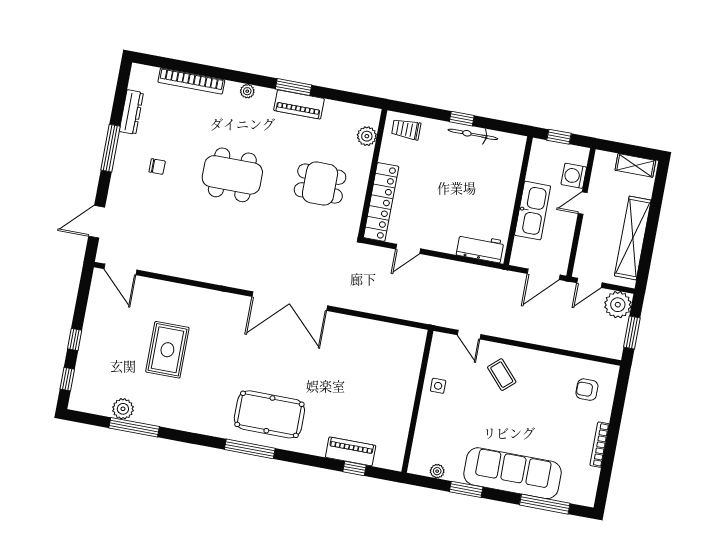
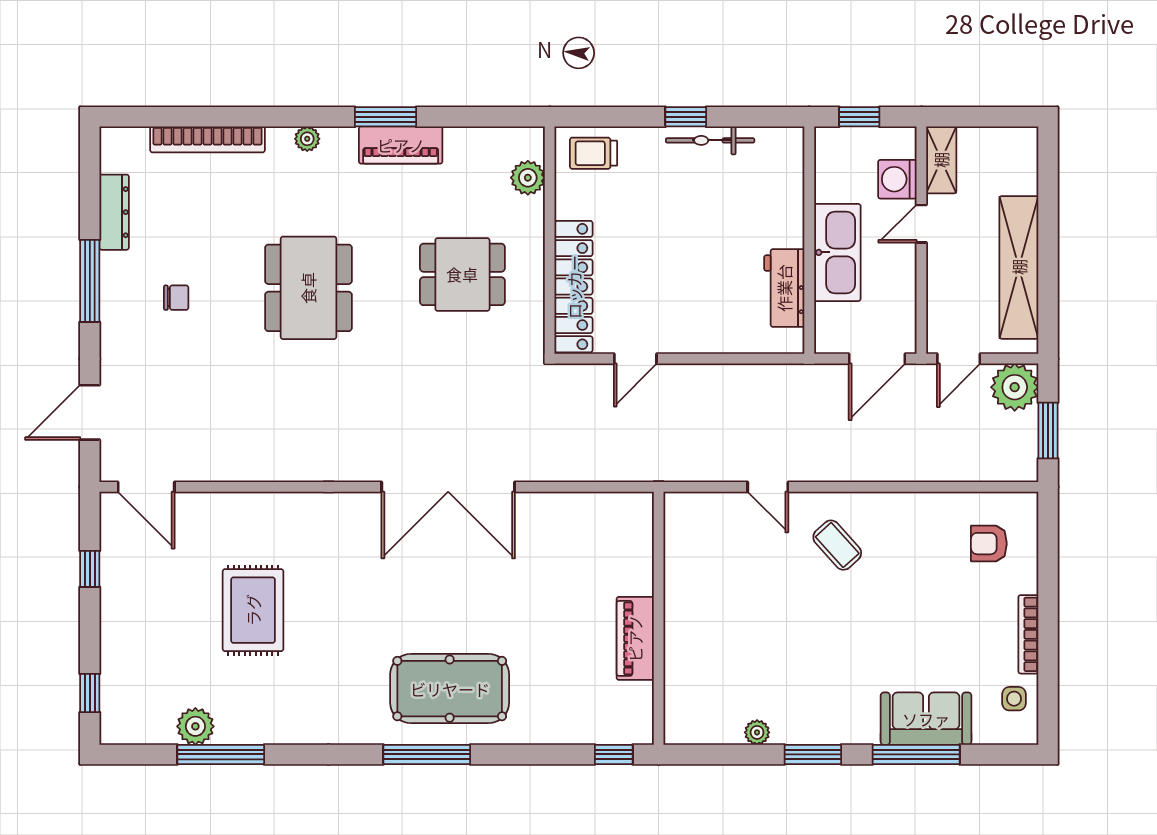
shelving: (635, 165) -> (941, 160), moved, turned 90
dining table: (232, 175) -> (308, 288), turned 90
workbench: (480, 248) -> (784, 288), moved, turned -90
window: (75, 339) -> (90, 569), moved
side table: (438, 386) -> (1014, 699), moved
wall: (417, 401) -> (659, 618), moved
piano: (351, 451) -> (635, 638), moved, turned -90
sofa: (512, 473) -> (926, 719), width x0.54, depth x0.79
window: (545, 504) -> (916, 754), moved

